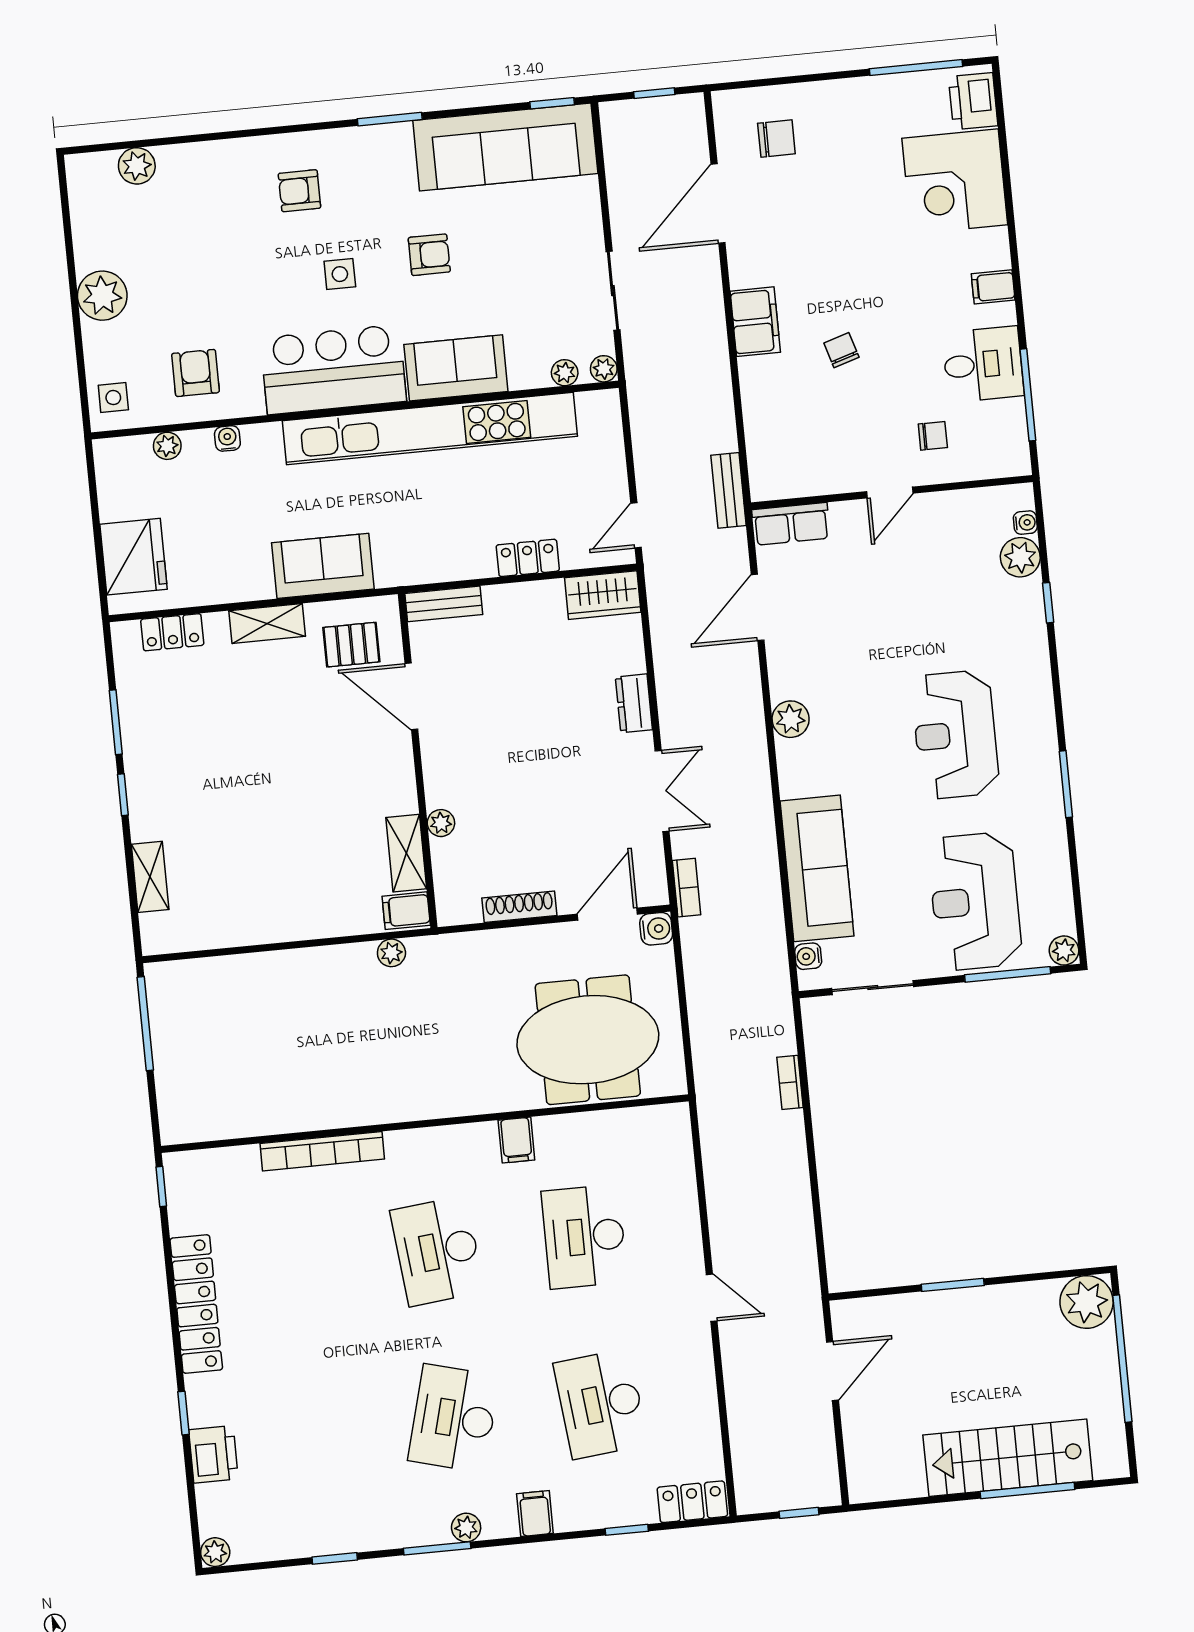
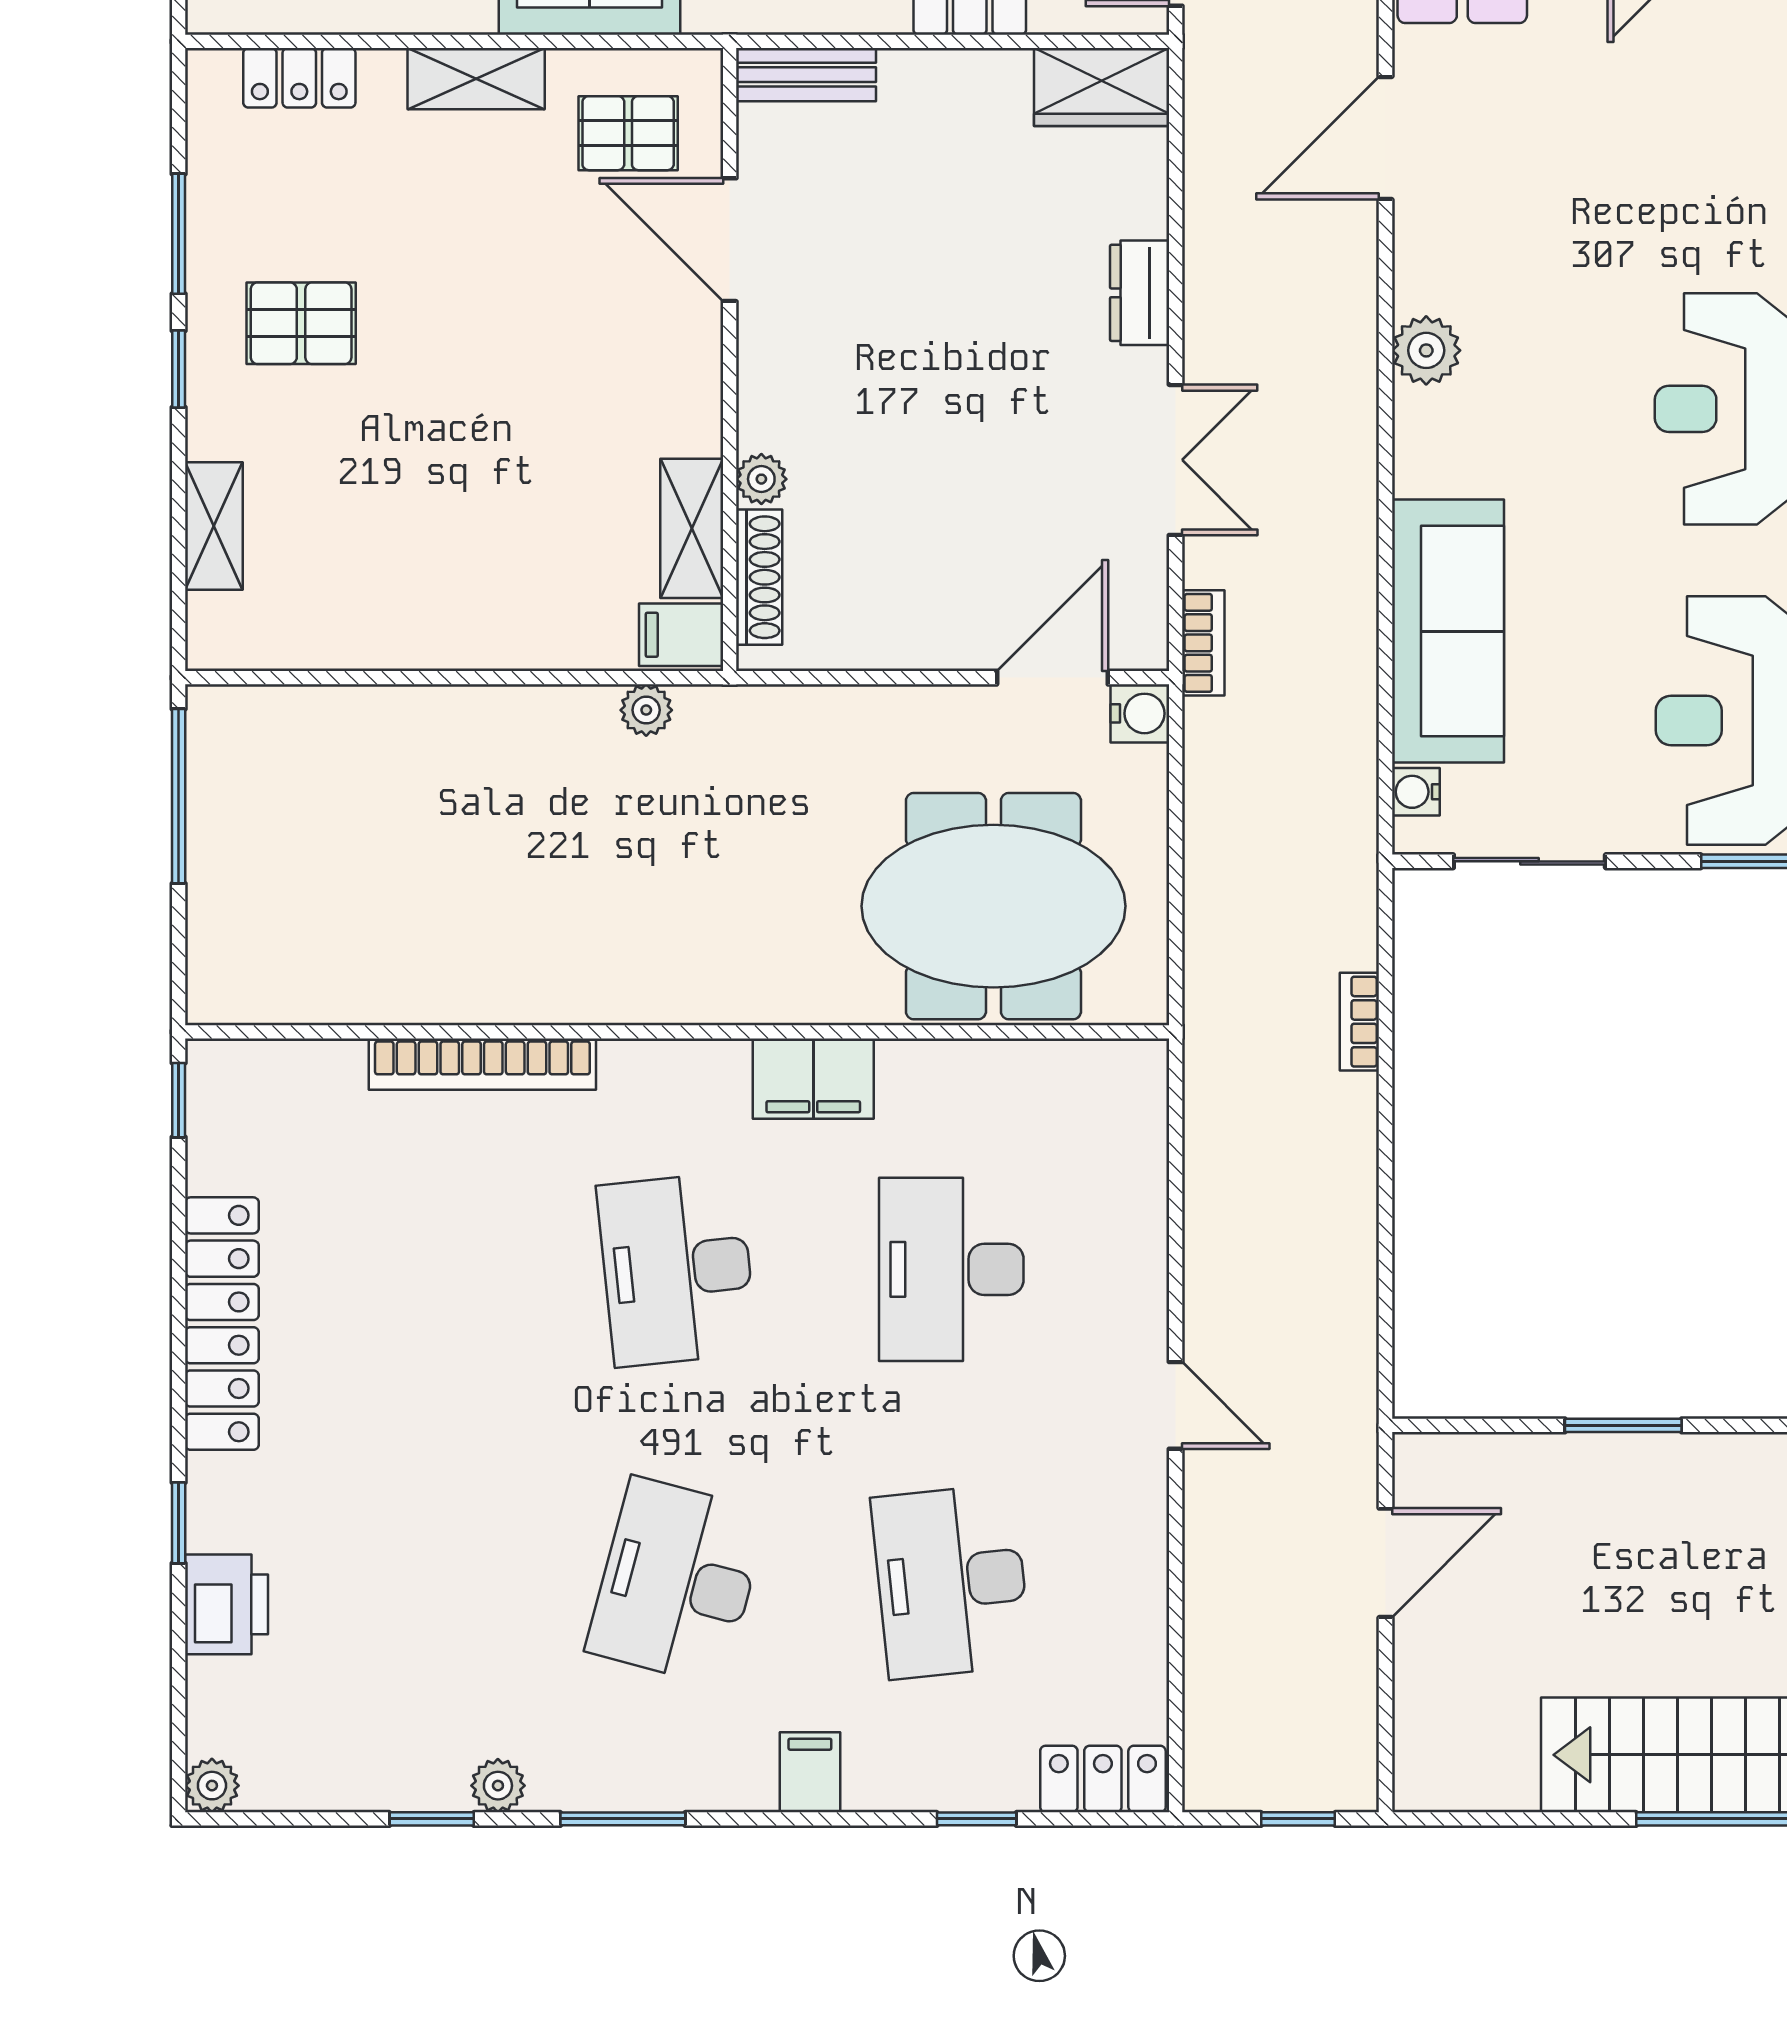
pallet: (186, 764) -> (301, 323), added
shoe rack: (519, 907) -> (759, 577), moved, turned 90
filing cabinet: (516, 1140) -> (813, 1079), width x2.00
plant: (466, 1528) -> (498, 1786), moved

